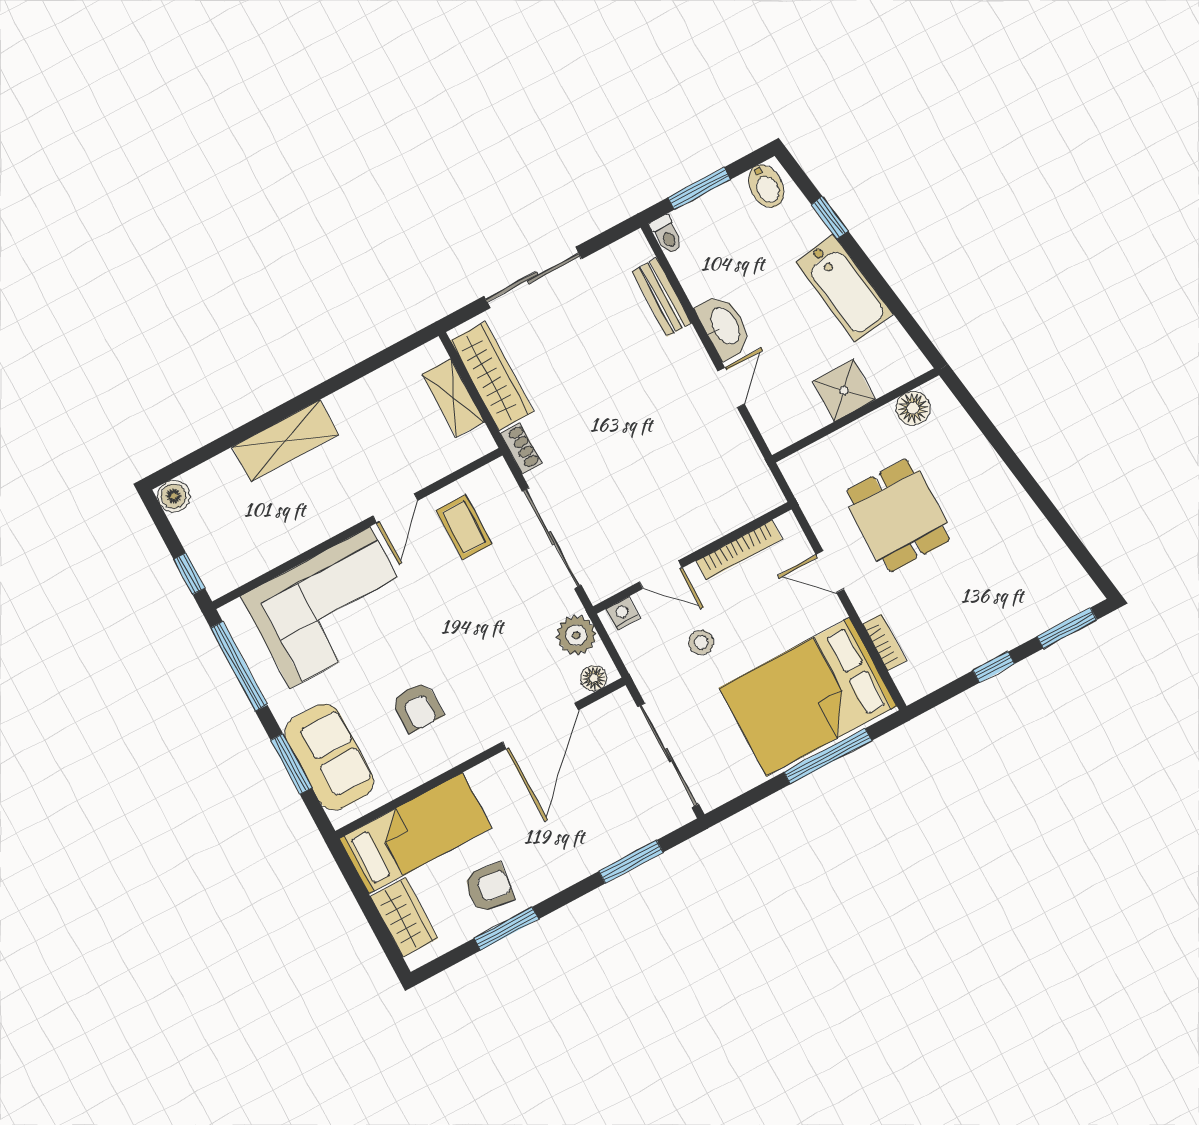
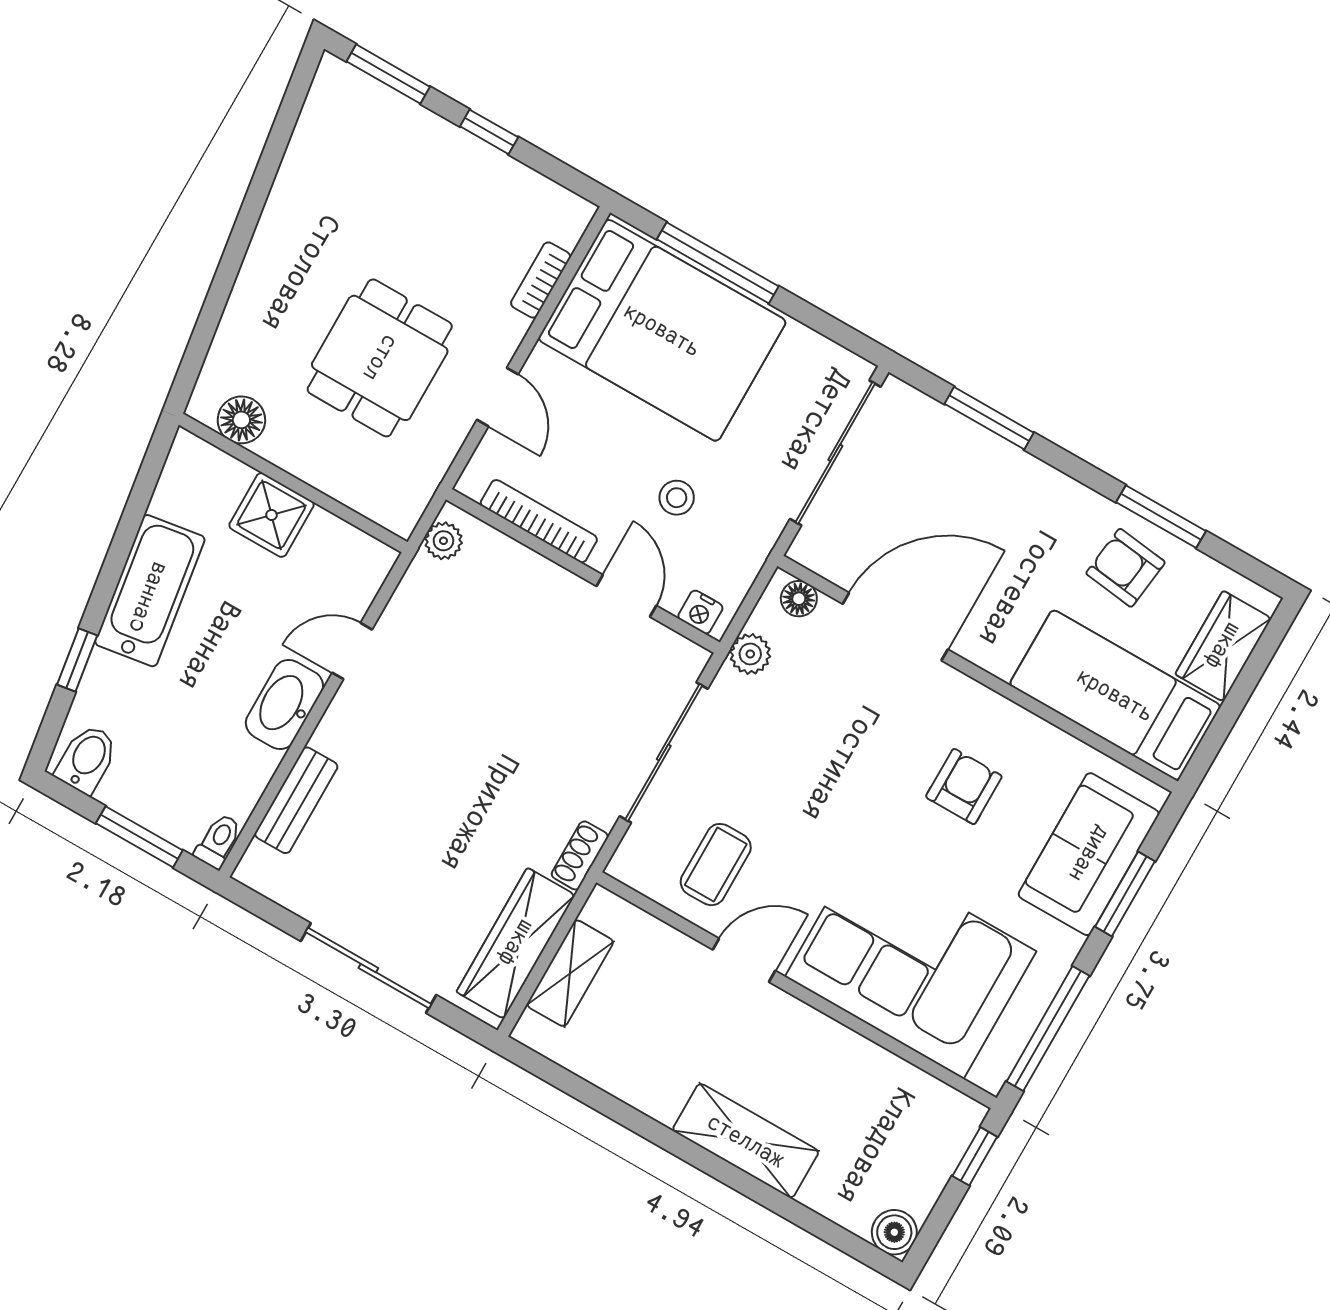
plant: (763, 485) -> (443, 541), added
plant: (576, 635) -> (750, 654), width x0.73, depth x0.73

